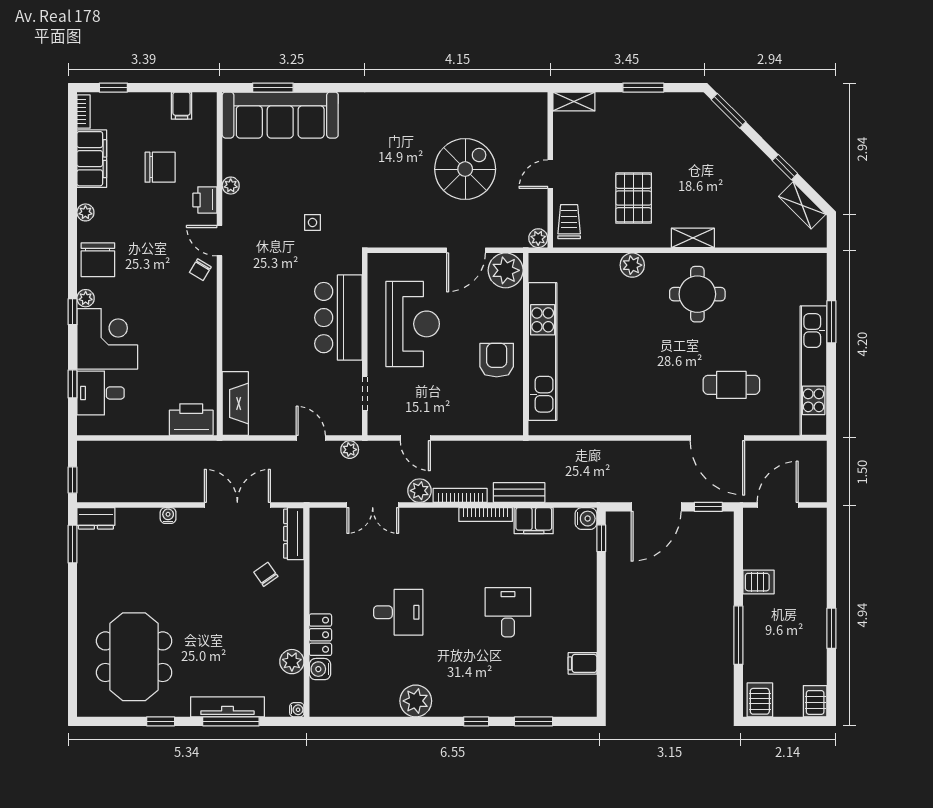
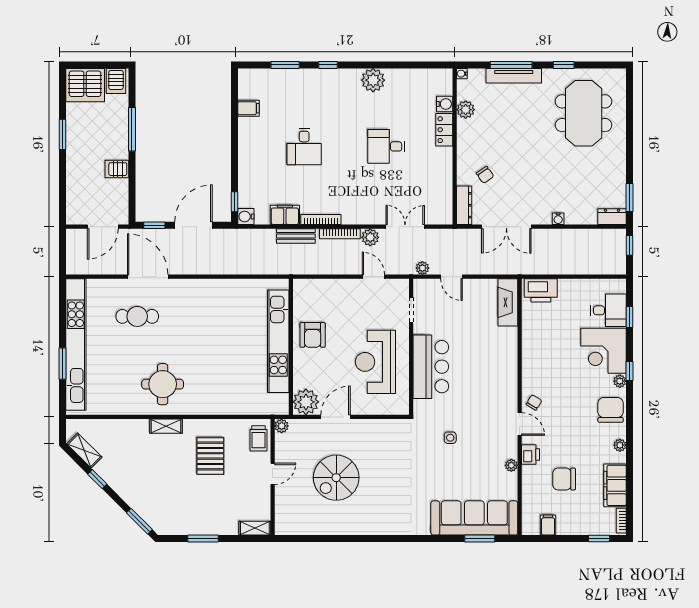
plant: (632, 265) -> (211, 406), removed
kitchen unit: (814, 371) -> (76, 345), width x1.36
server rack: (815, 701) -> (85, 85), width x2.18, depth x1.44

